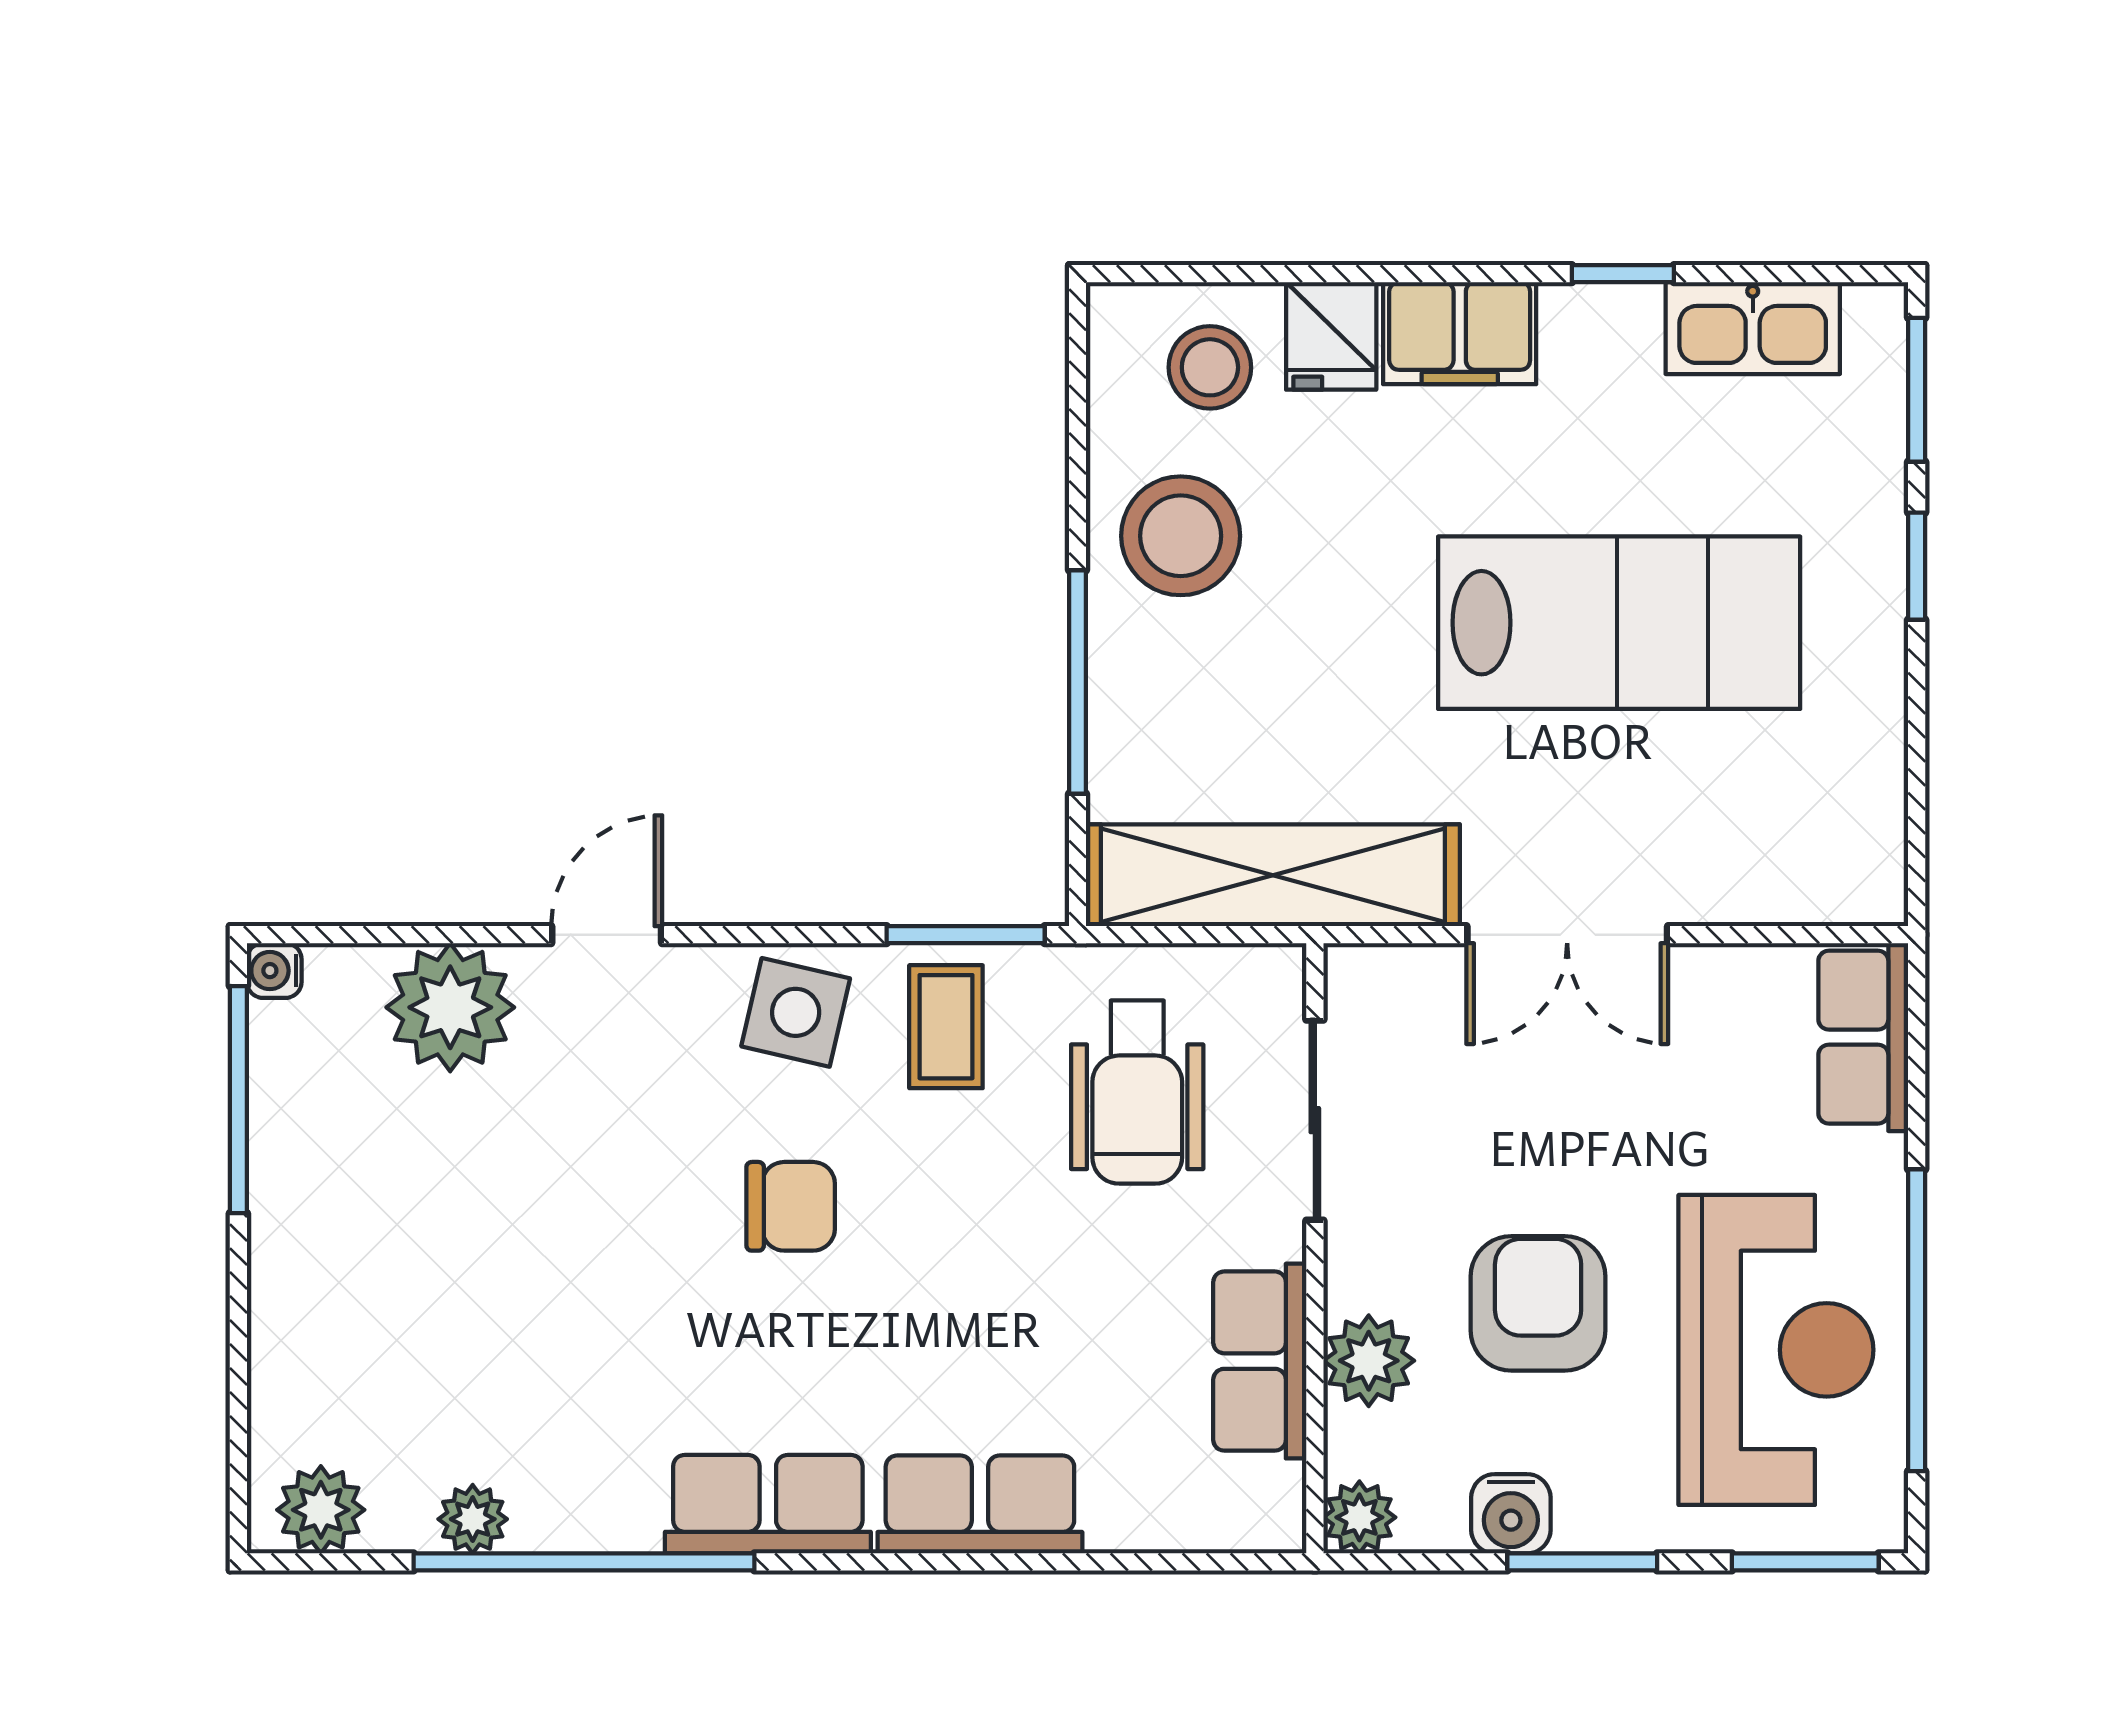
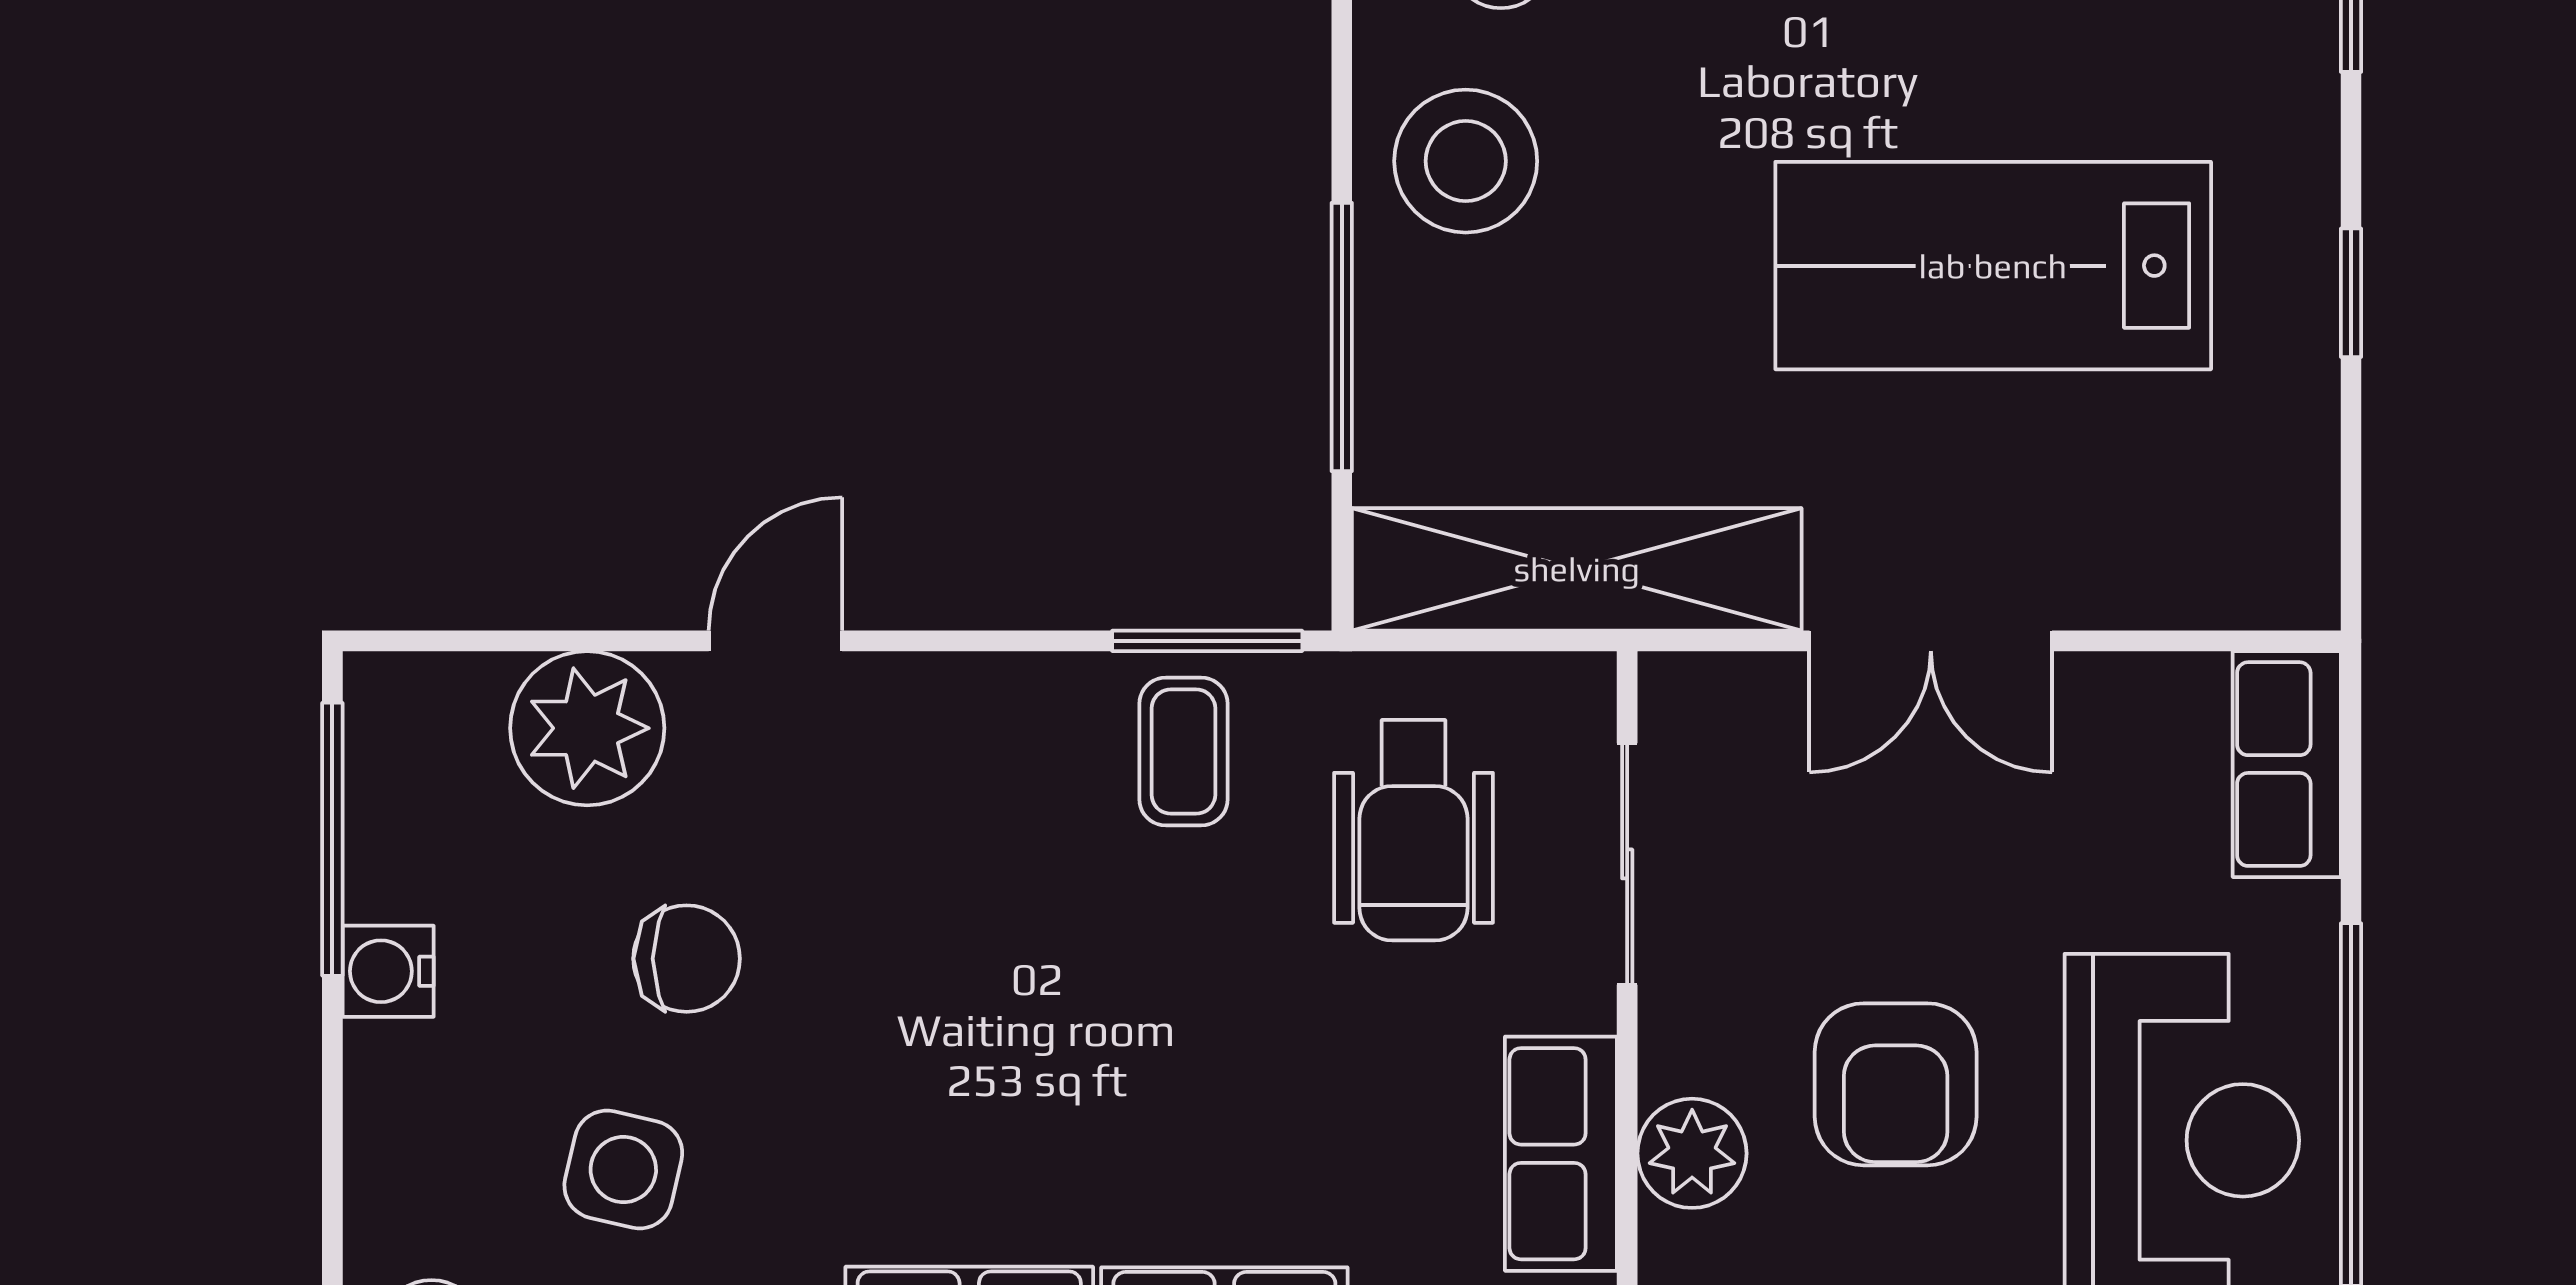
window: (1917, 566) -> (2351, 293), moved
lab bench: (1619, 623) -> (1993, 266), turned 180
water cooler: (274, 971) -> (388, 971), moved, width x1.38, depth x1.38
side table: (796, 1012) -> (623, 1170), moved
chair: (791, 1206) -> (687, 959), moved
armchair: (1538, 1303) -> (1896, 1084), turned 180

